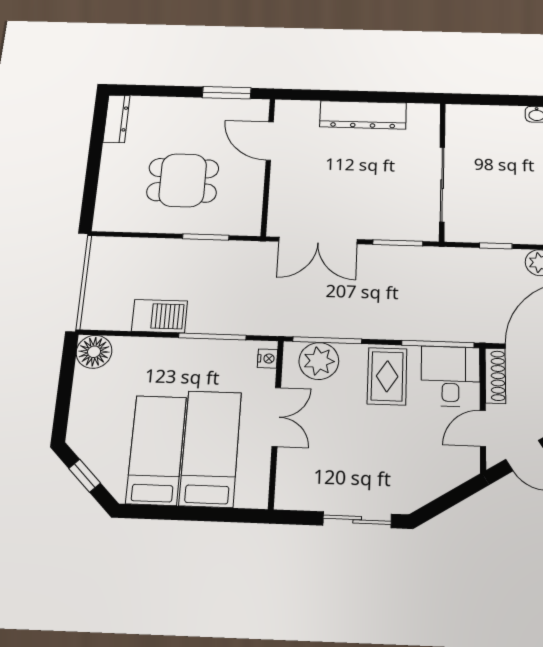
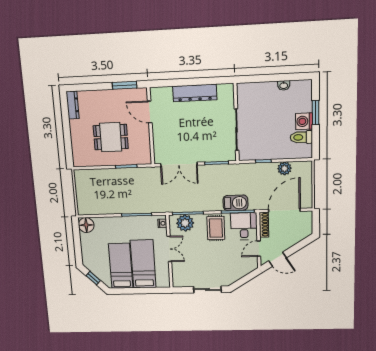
barbecue: (160, 316) -> (235, 203), moved

